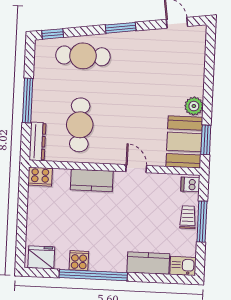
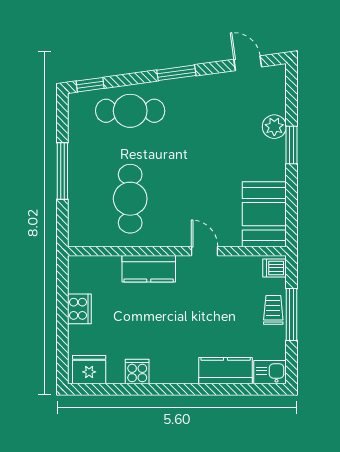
plant: (194, 106) -> (274, 127), moved
window: (206, 140) -> (292, 145), moved
dresser: (37, 141) -> (77, 222), removed
cooker: (40, 177) -> (79, 309), moved, turned -90
window: (93, 275) -> (156, 389), removed

